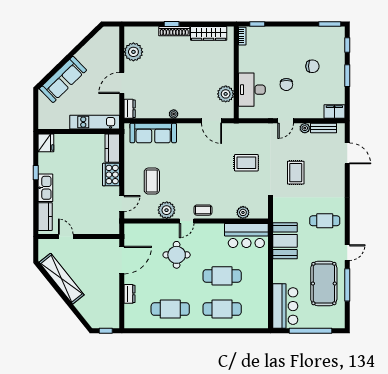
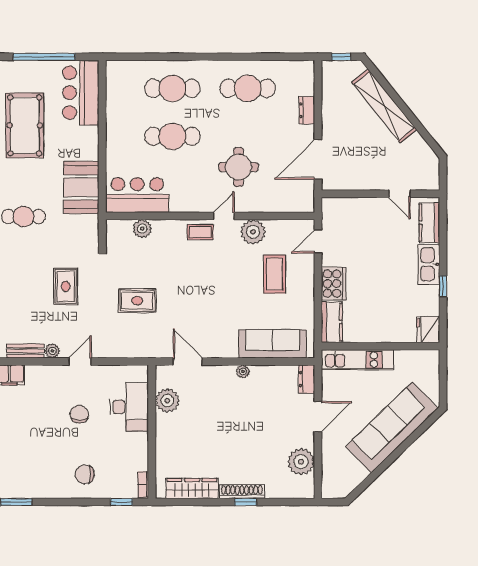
chair: (312, 66) -> (85, 474), moved
sofa: (63, 79) -> (392, 427), width x1.36, depth x1.27
shelving: (62, 279) -> (384, 106), moved

